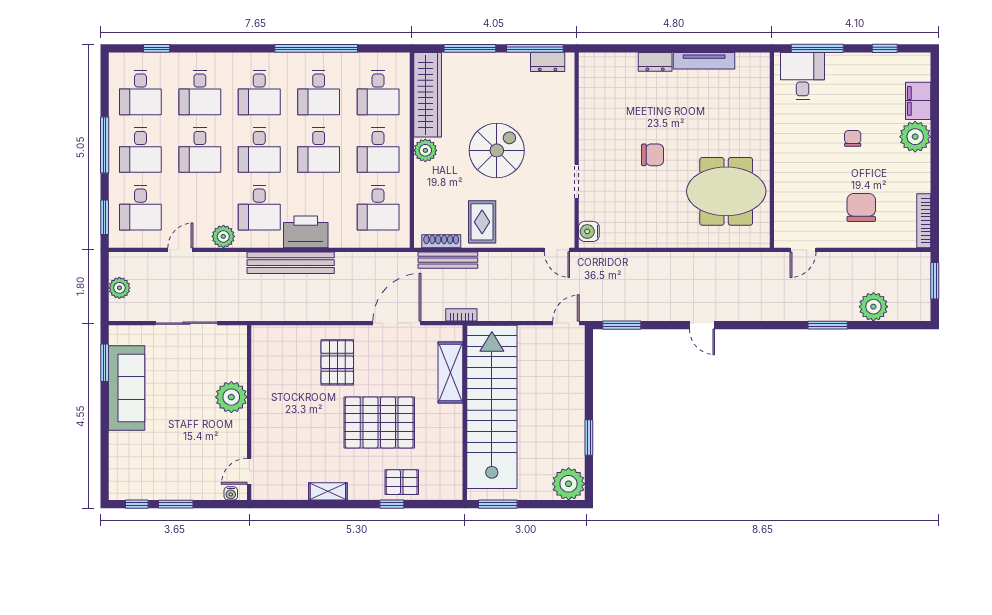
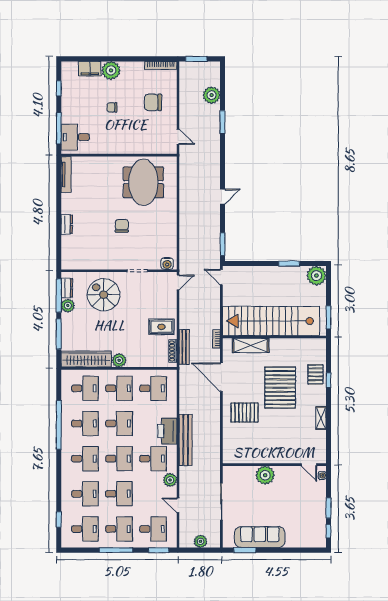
tv unit: (704, 61) -> (66, 174), moved
plant: (518, 64) -> (68, 306), added
spiral stairs: (497, 150) -> (104, 295), moved

